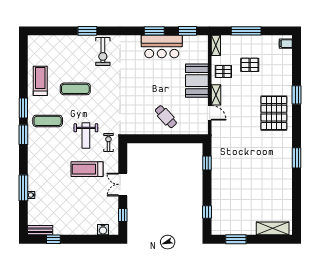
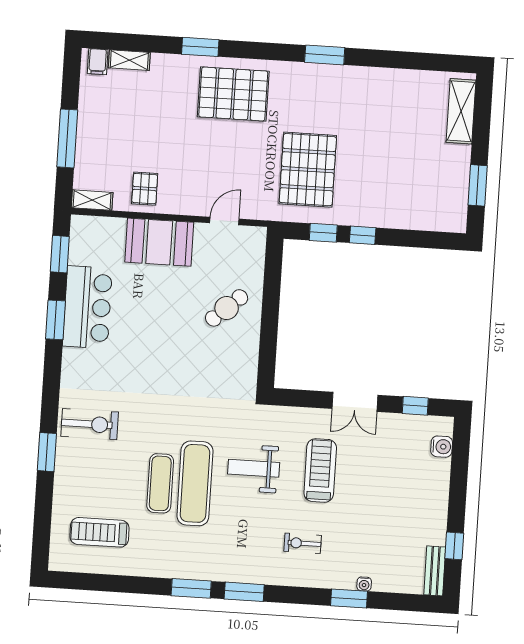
pallet: (250, 65) -> (308, 170), moved, width x2.05, depth x2.00
treadmill: (40, 81) -> (99, 532), moved
shelving: (216, 95) -> (129, 60), moved
exercise mat: (48, 121) -> (195, 483), moved, width x1.36, depth x1.45
weight bench: (86, 136) -> (254, 468), turned 180
exercise bike: (108, 143) -> (303, 543), moved
treadmill: (87, 169) -> (320, 470), turned 180
window: (23, 188) -> (349, 599), width x0.69
window: (207, 212) -> (363, 235), moved

